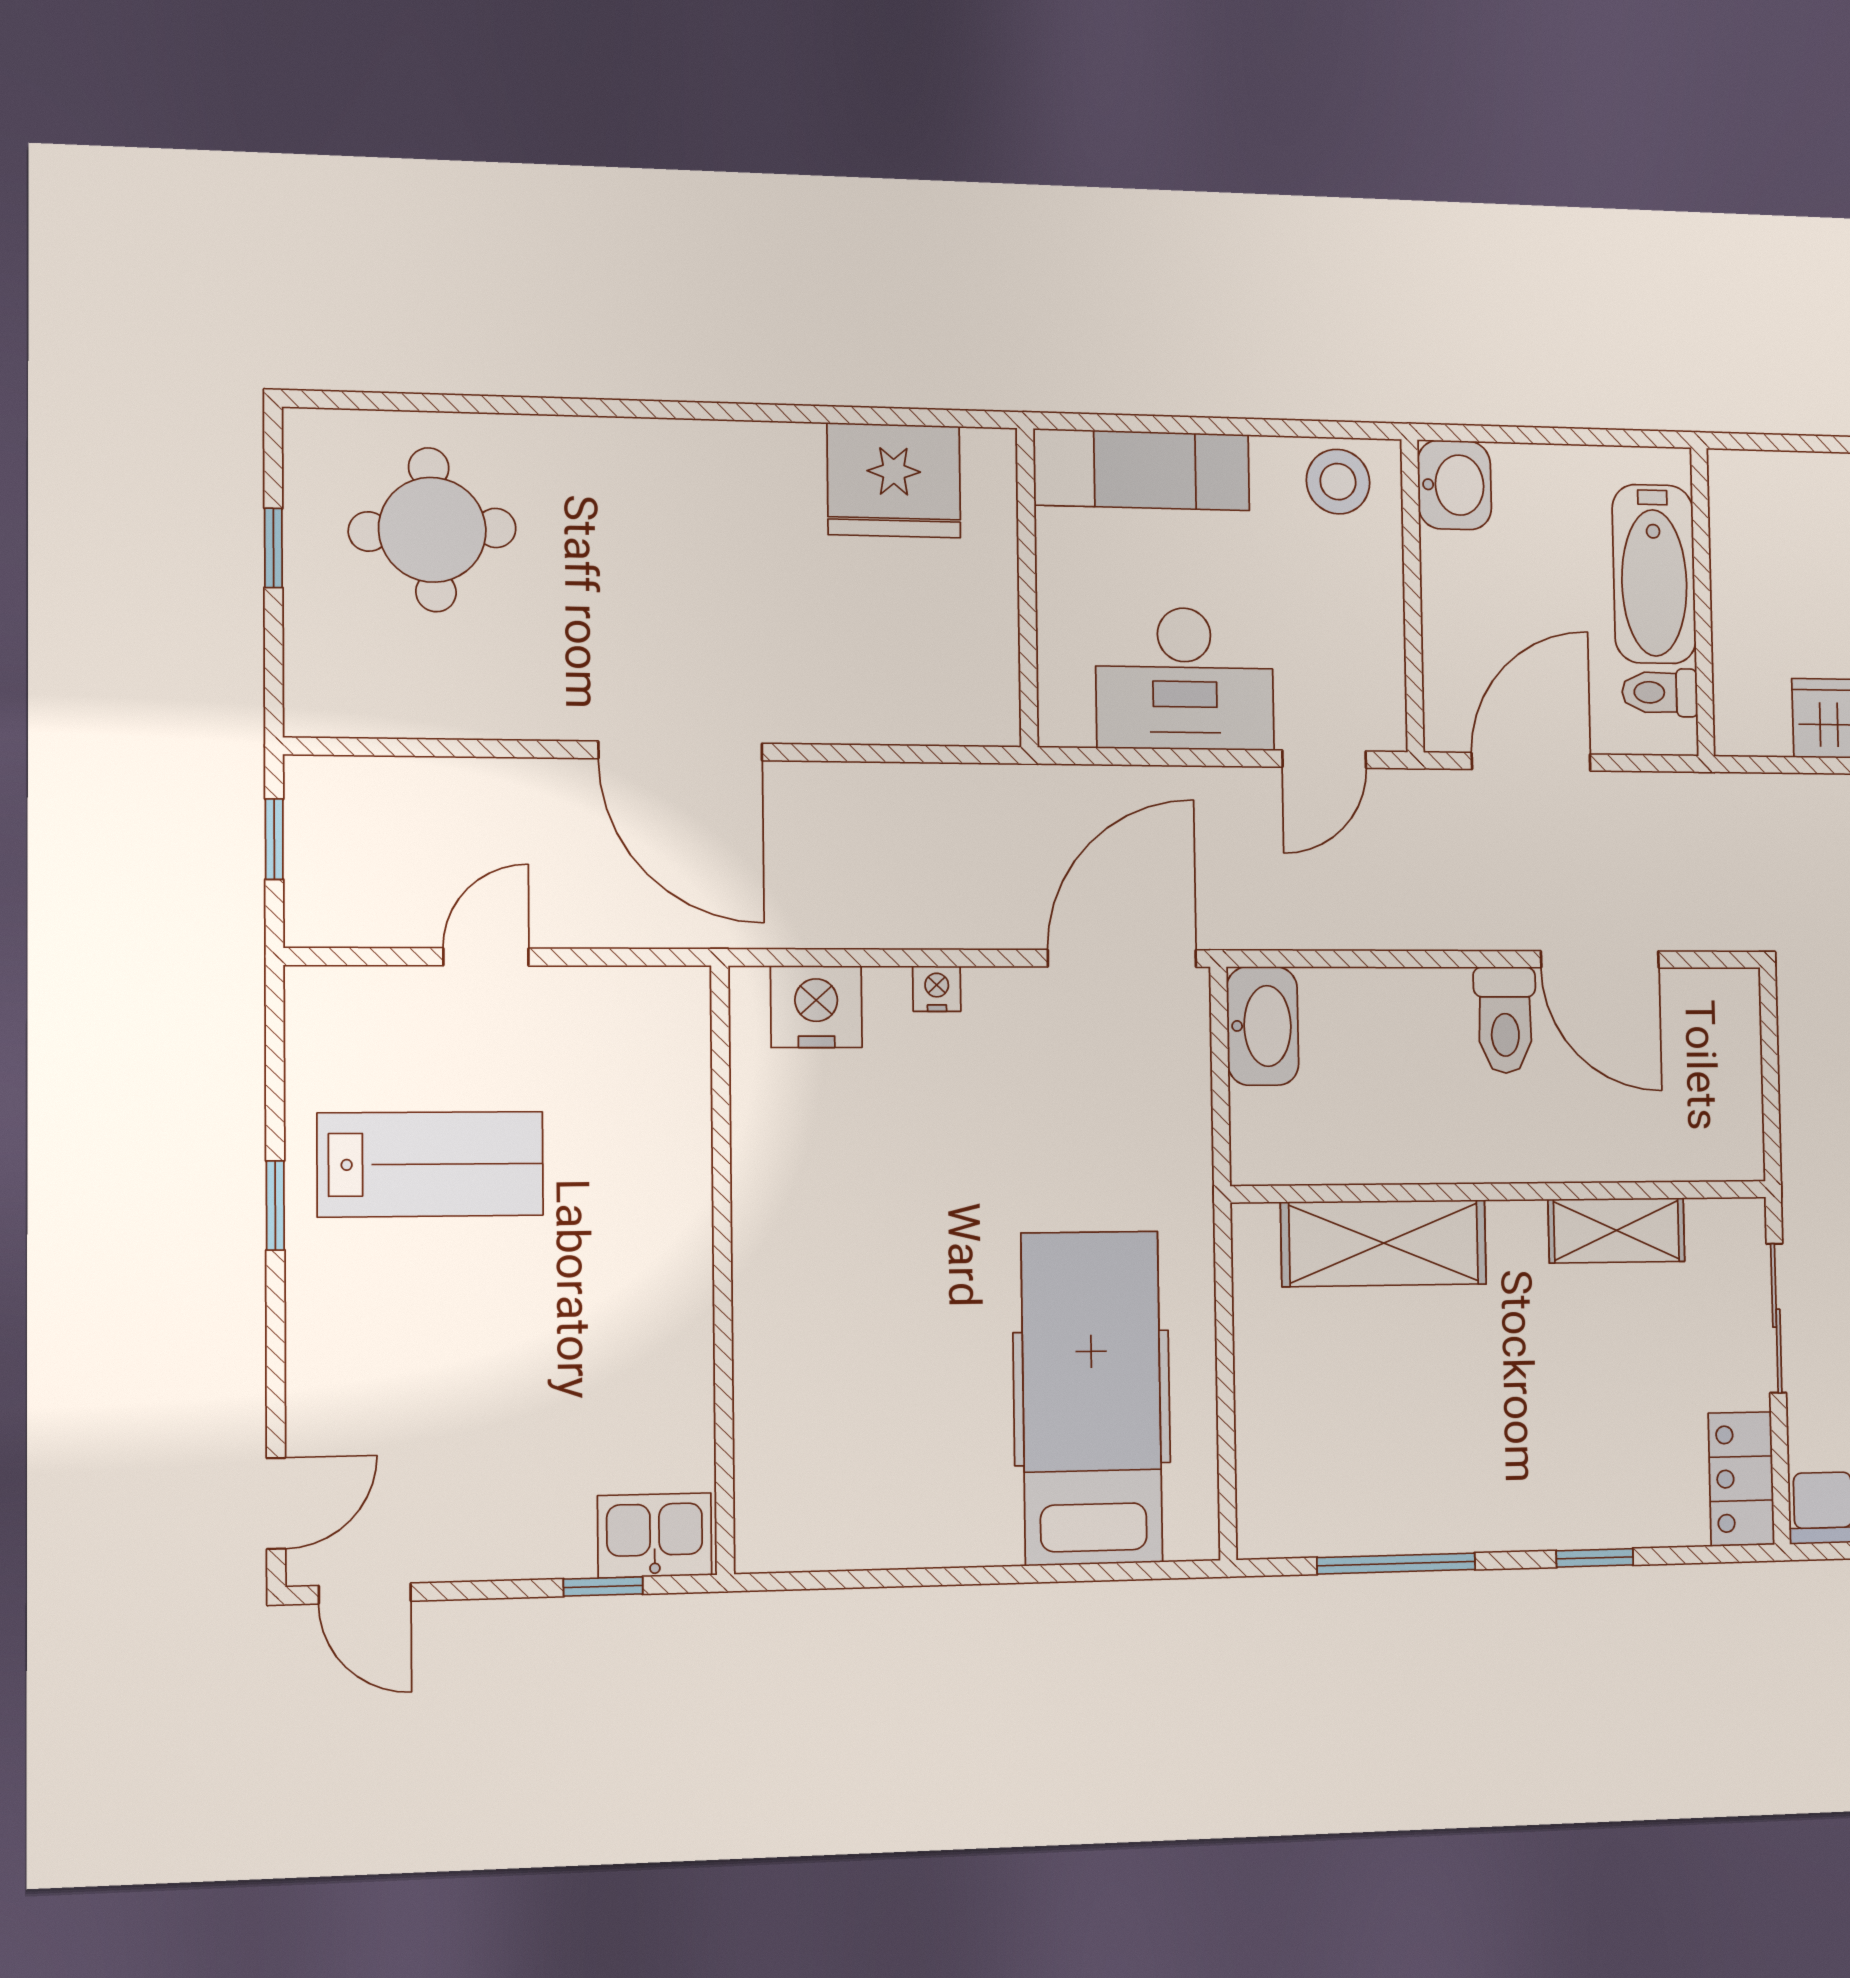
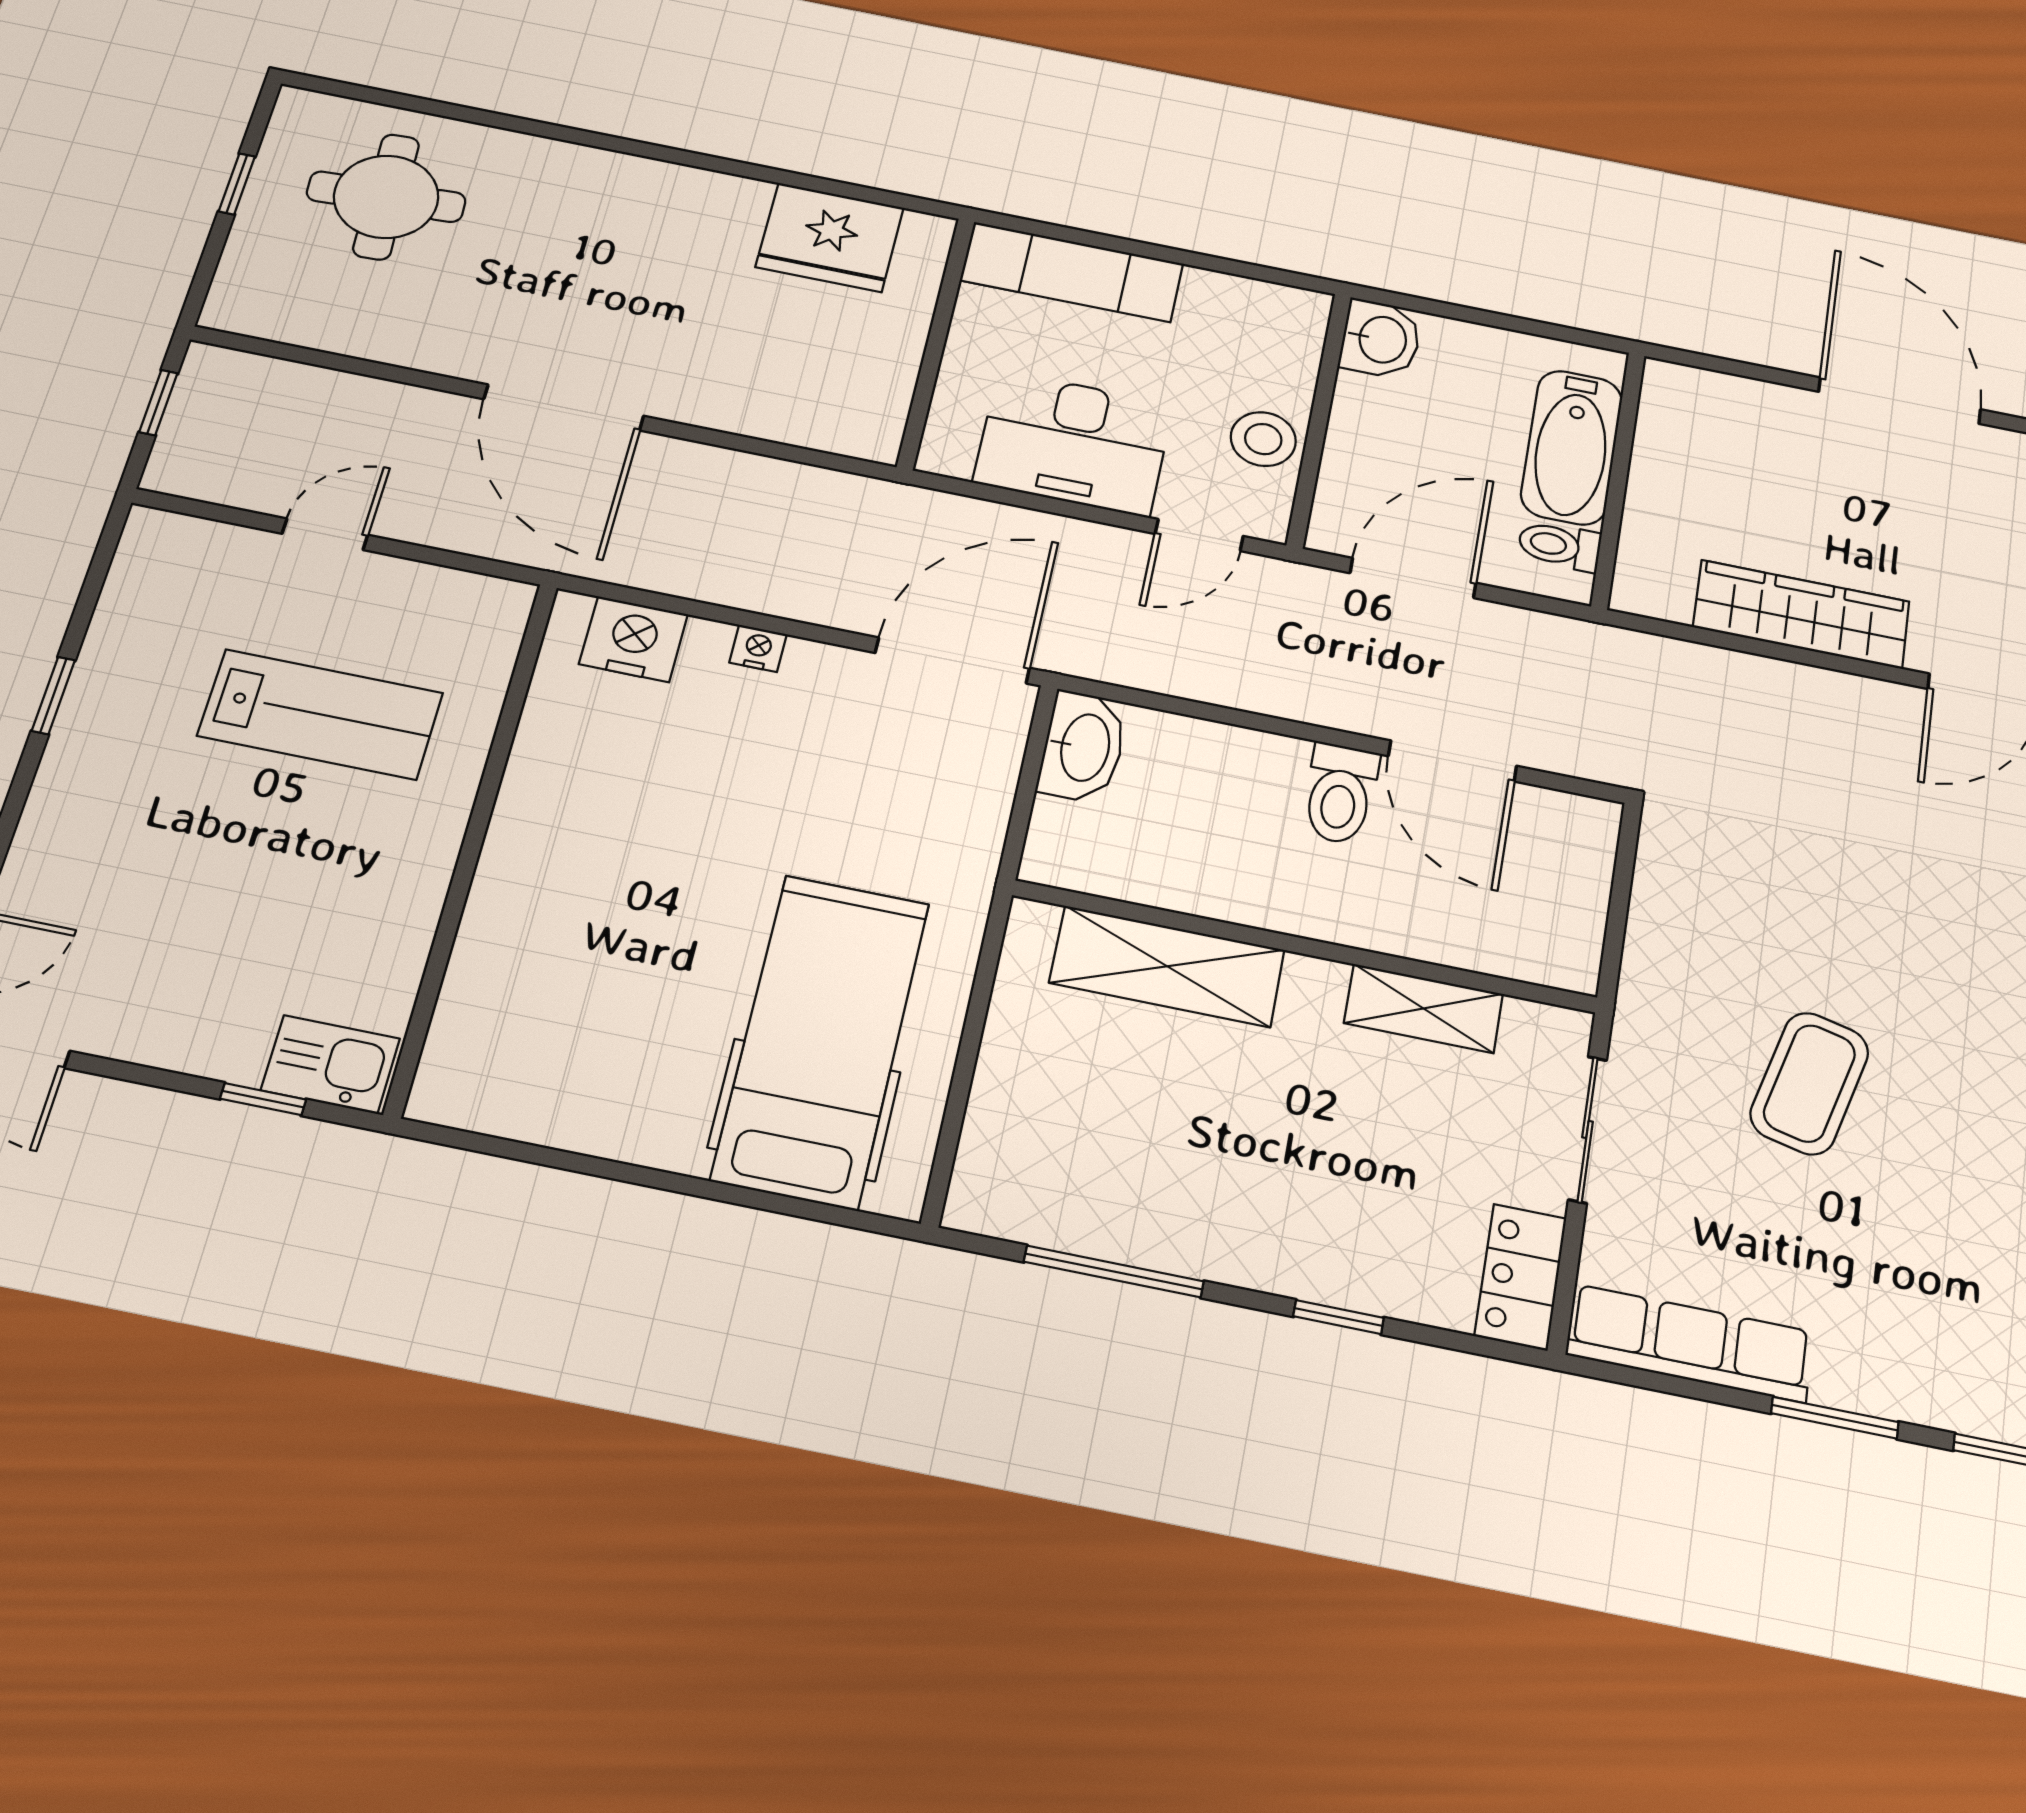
stool: (1338, 482) -> (1263, 439), moved
lab bench: (430, 1164) -> (320, 714), moved

